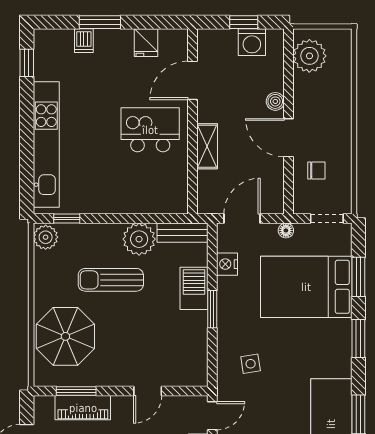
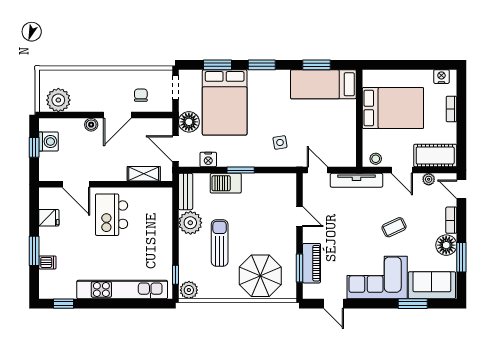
shelving: (207, 146) -> (144, 174), moved
floor lamp: (286, 230) -> (189, 122), width x1.89, depth x1.89
sun lounger: (111, 280) -> (220, 243), turned 180

